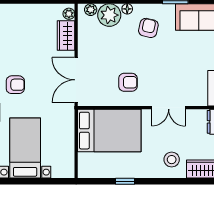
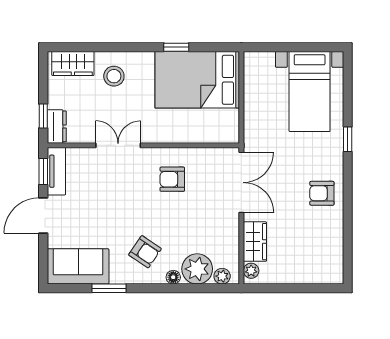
armchair: (148, 28) -> (145, 252), turned -69
armchair: (15, 85) -> (322, 193), moved
bed: (109, 131) -> (197, 80), moved

